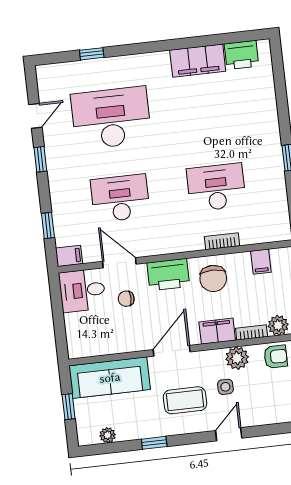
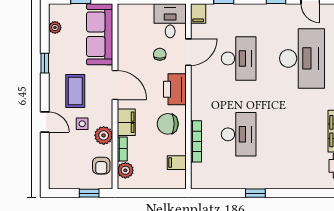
bookcase: (222, 241) -> (196, 141), width x1.56

